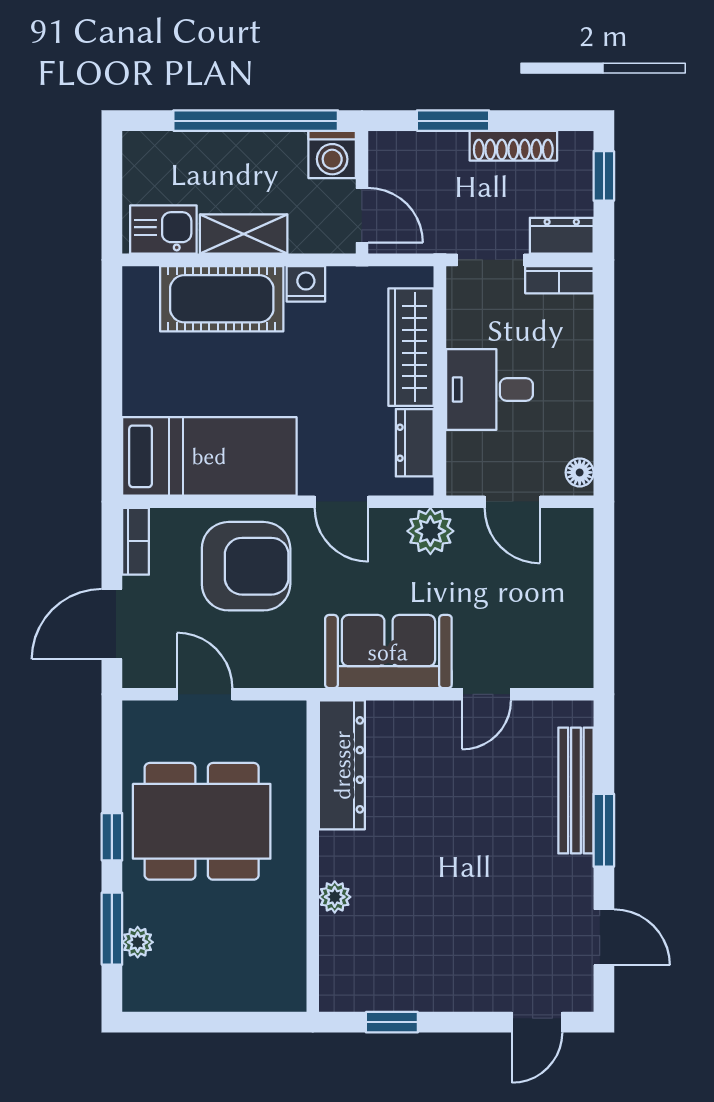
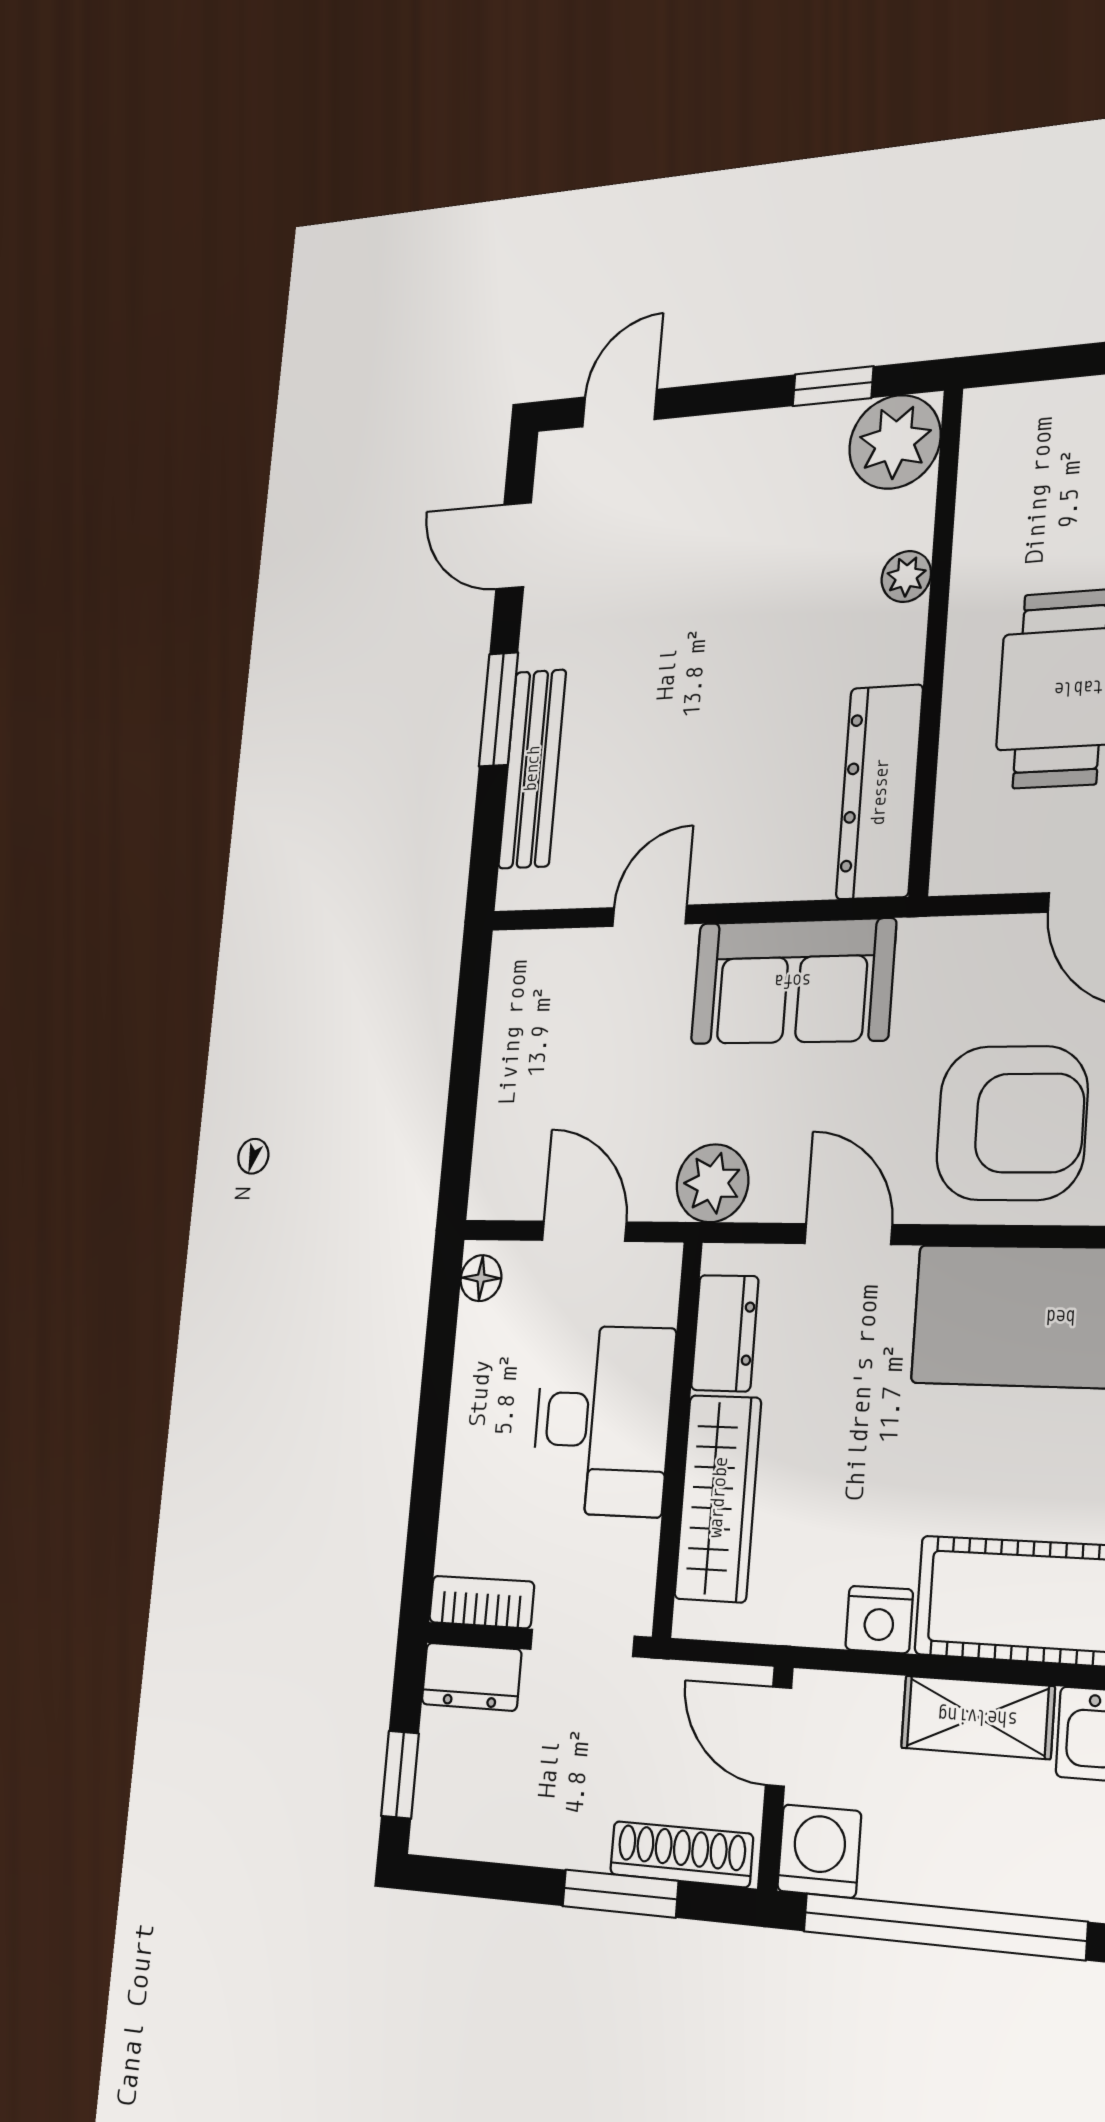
shoe rack: (513, 146) -> (681, 1854), moved
desk: (489, 390) -> (603, 1420), width x1.37
armchair: (246, 566) -> (1012, 1123), turned 180
plant: (348, 982) -> (895, 442), added

